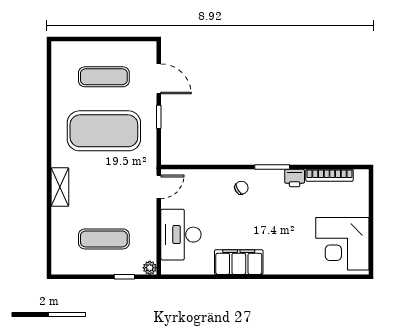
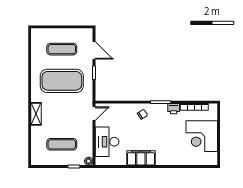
corner desk: (342, 244) -> (202, 136), moved

